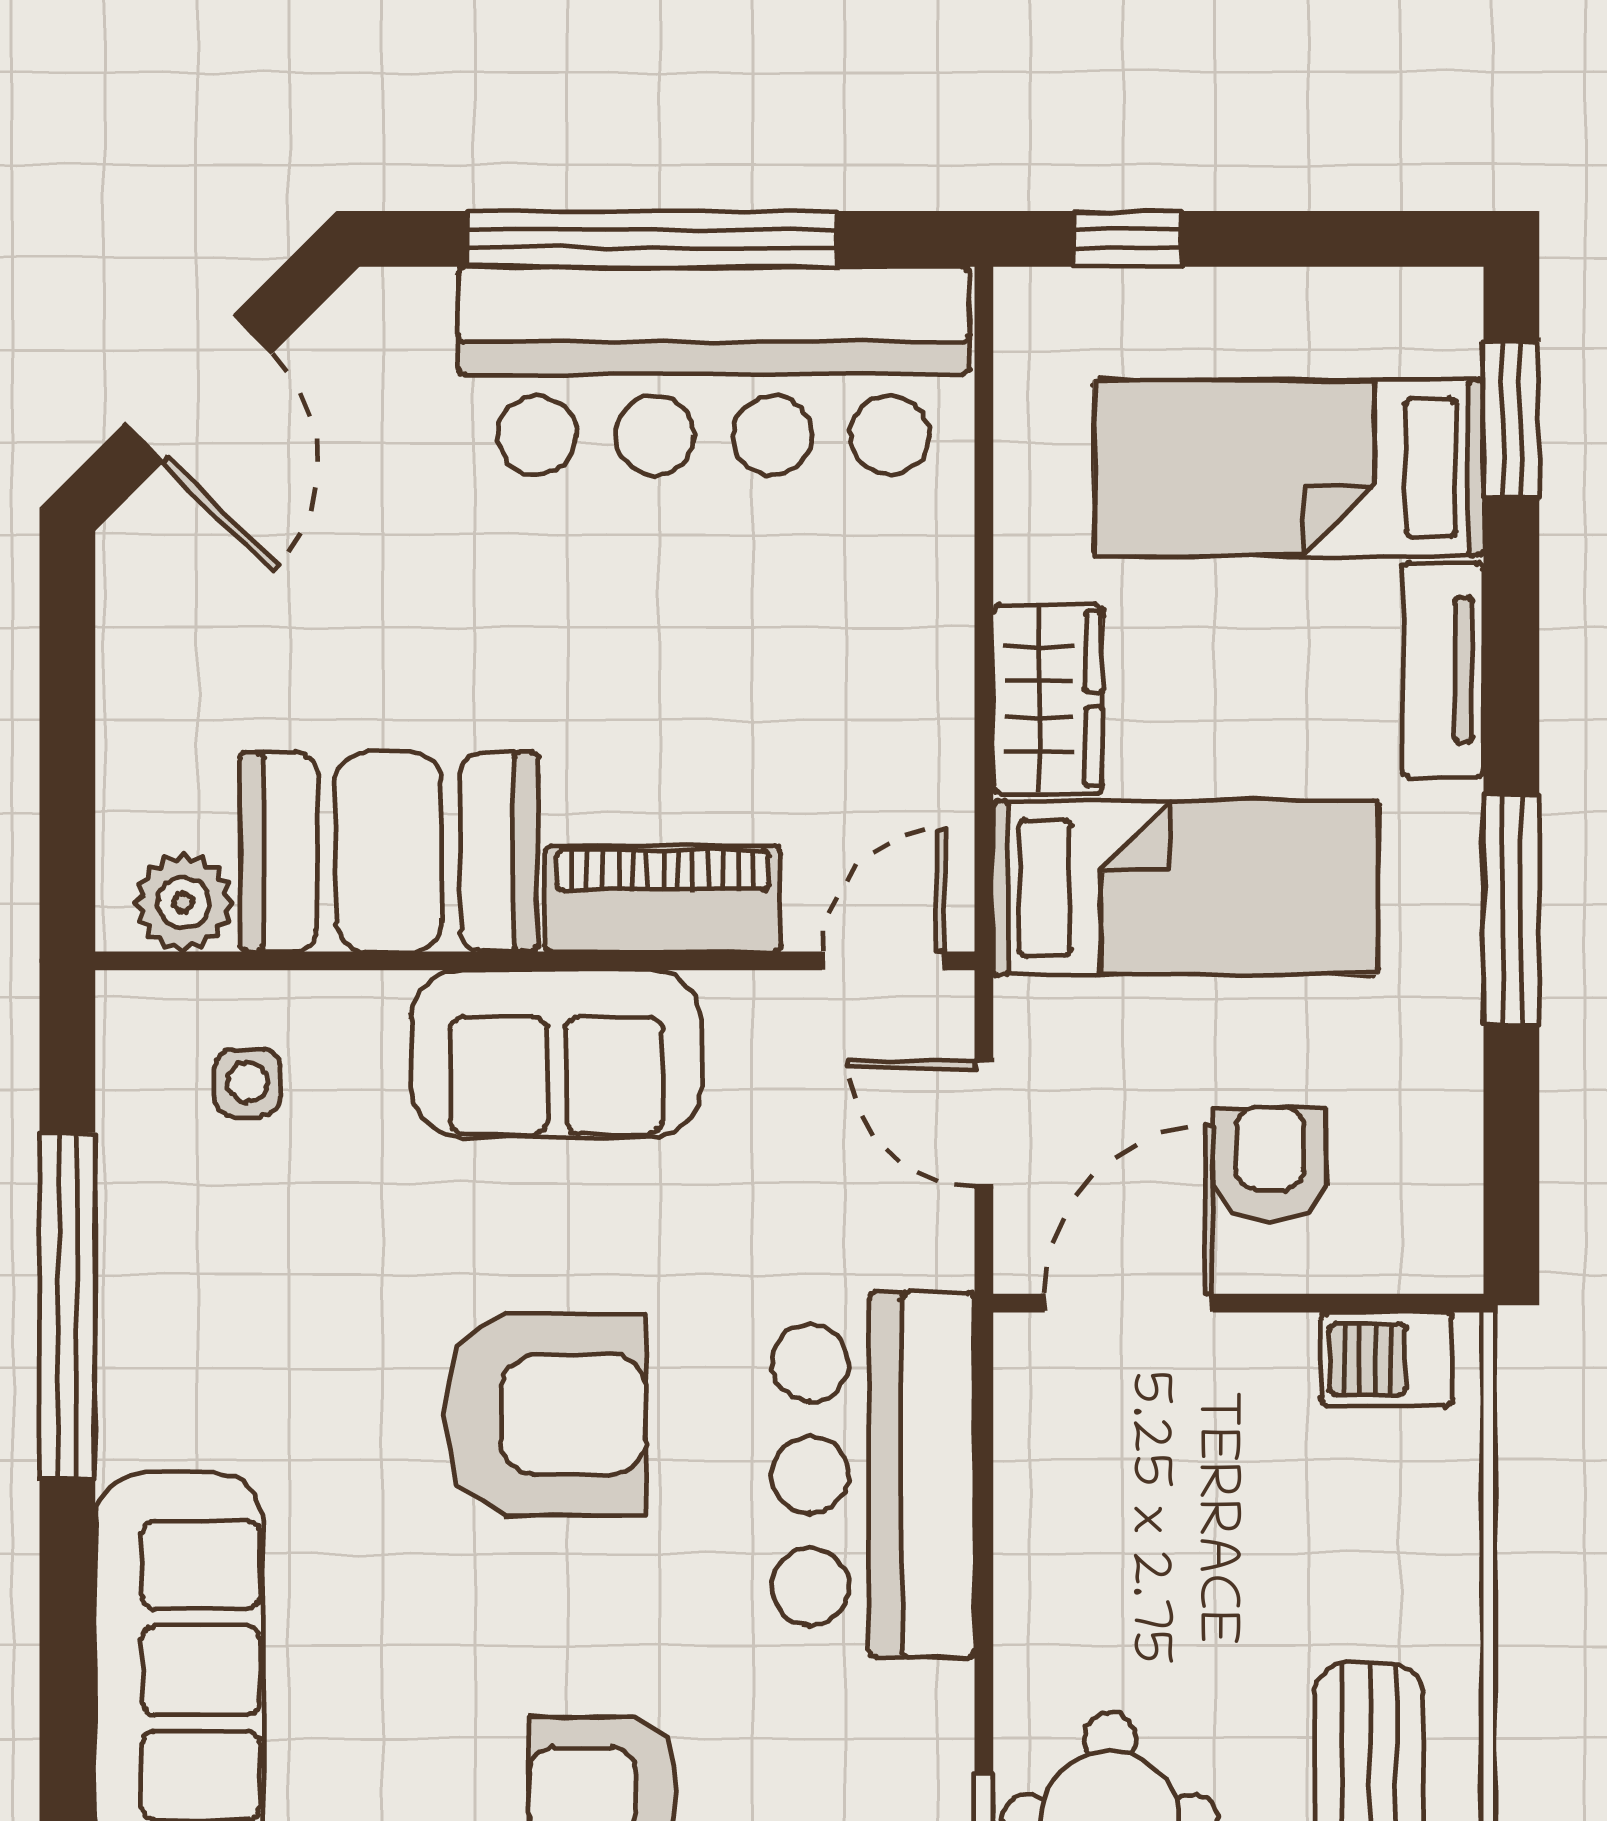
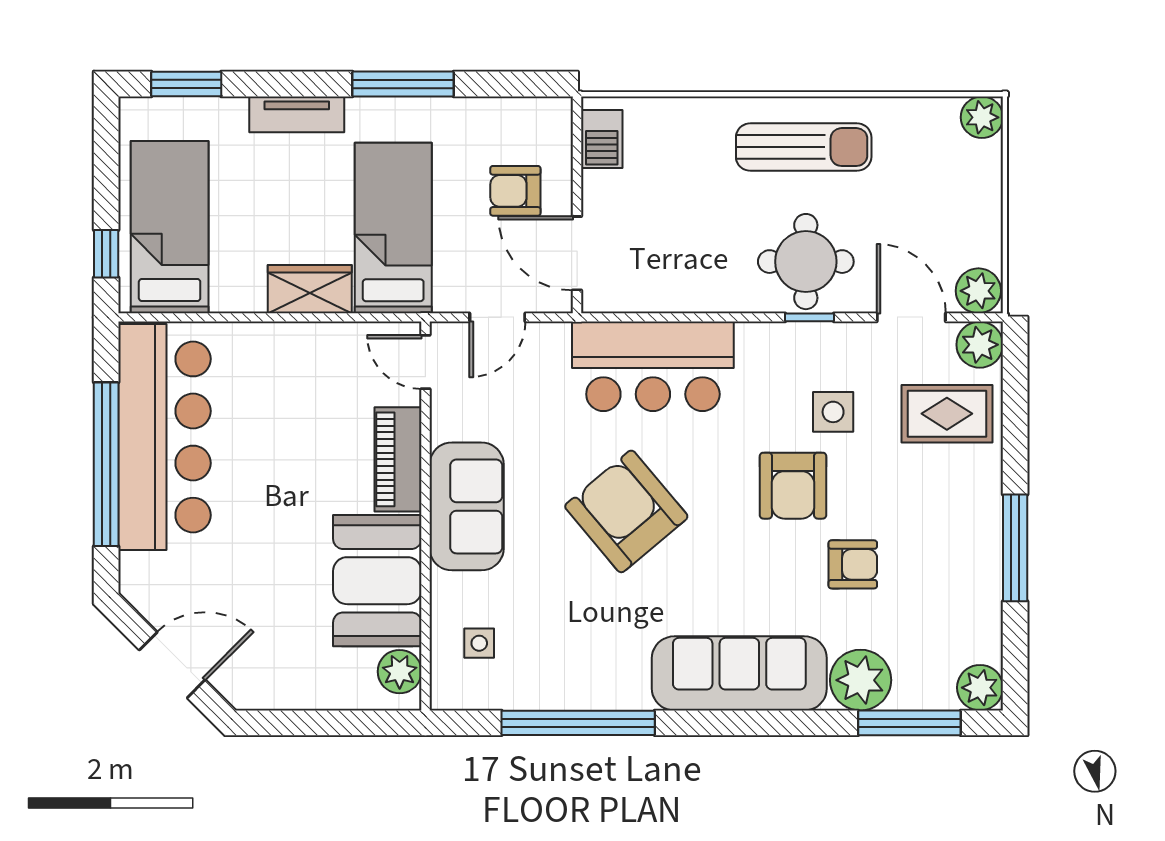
bed: (1289, 468) -> (170, 227), moved, turned 180
armchair: (545, 1415) -> (626, 511), turned -40

